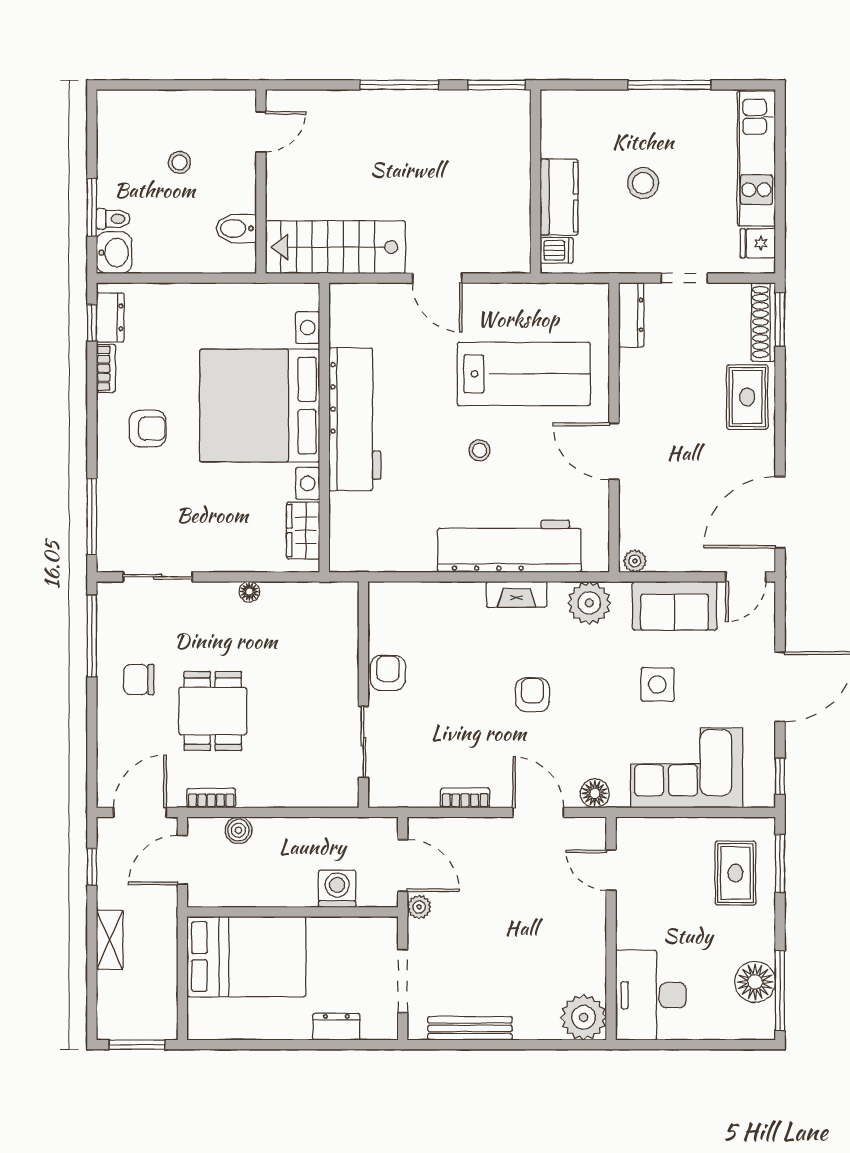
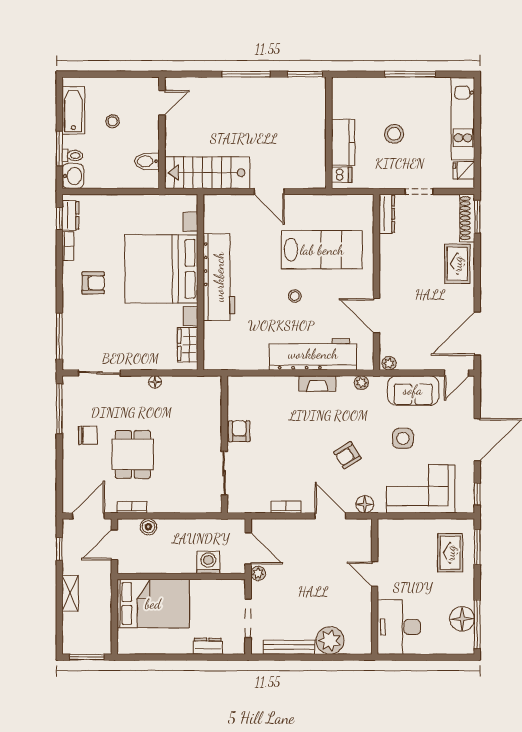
bathtub: (115, 144) -> (73, 110), added
door: (614, 451) -> (376, 316), moved
plant: (589, 603) -> (361, 383), width x0.53, depth x0.53
chair: (139, 680) -> (88, 435), turned 180
armchair: (532, 695) -> (347, 455), moved, turned -122
door: (611, 870) -> (375, 574), moved
plant: (584, 1017) -> (330, 640), moved

